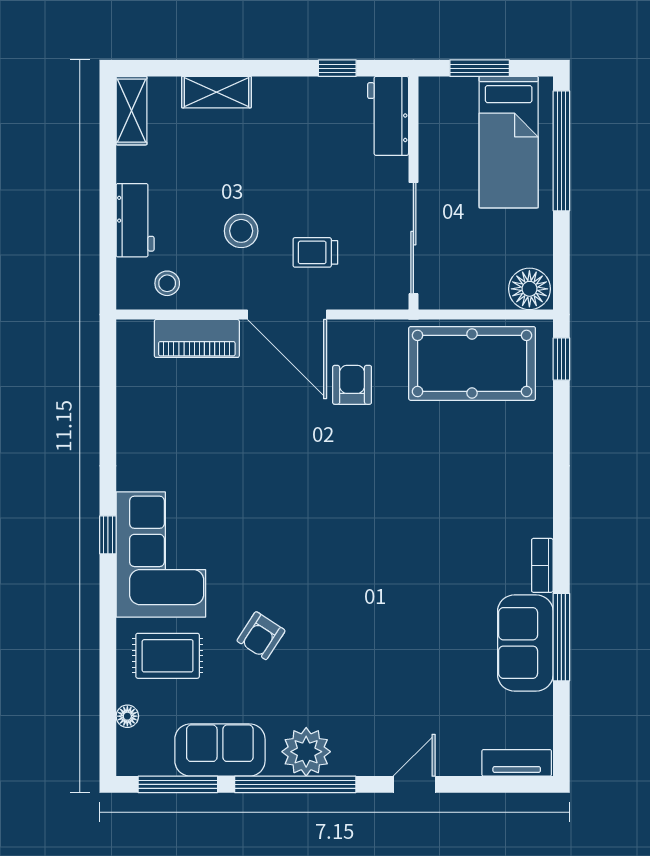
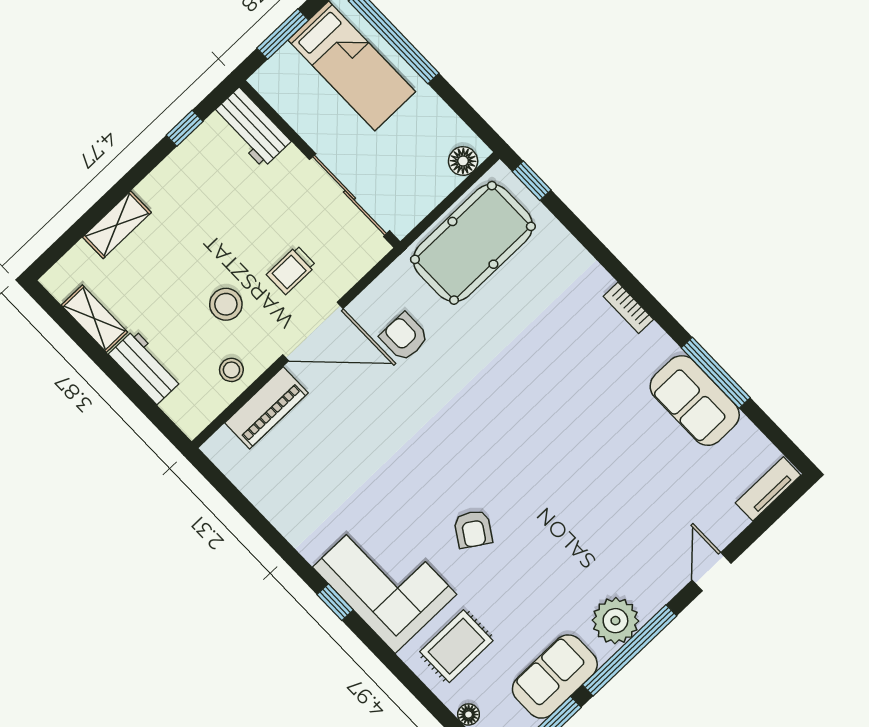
shelving: (132, 111) -> (94, 319), moved
stool: (167, 283) -> (231, 370), moved
floor lamp: (529, 289) -> (463, 161), width x0.73, depth x0.73
bookcase: (542, 565) -> (628, 308), moved
armchair: (261, 636) -> (473, 529), moved

